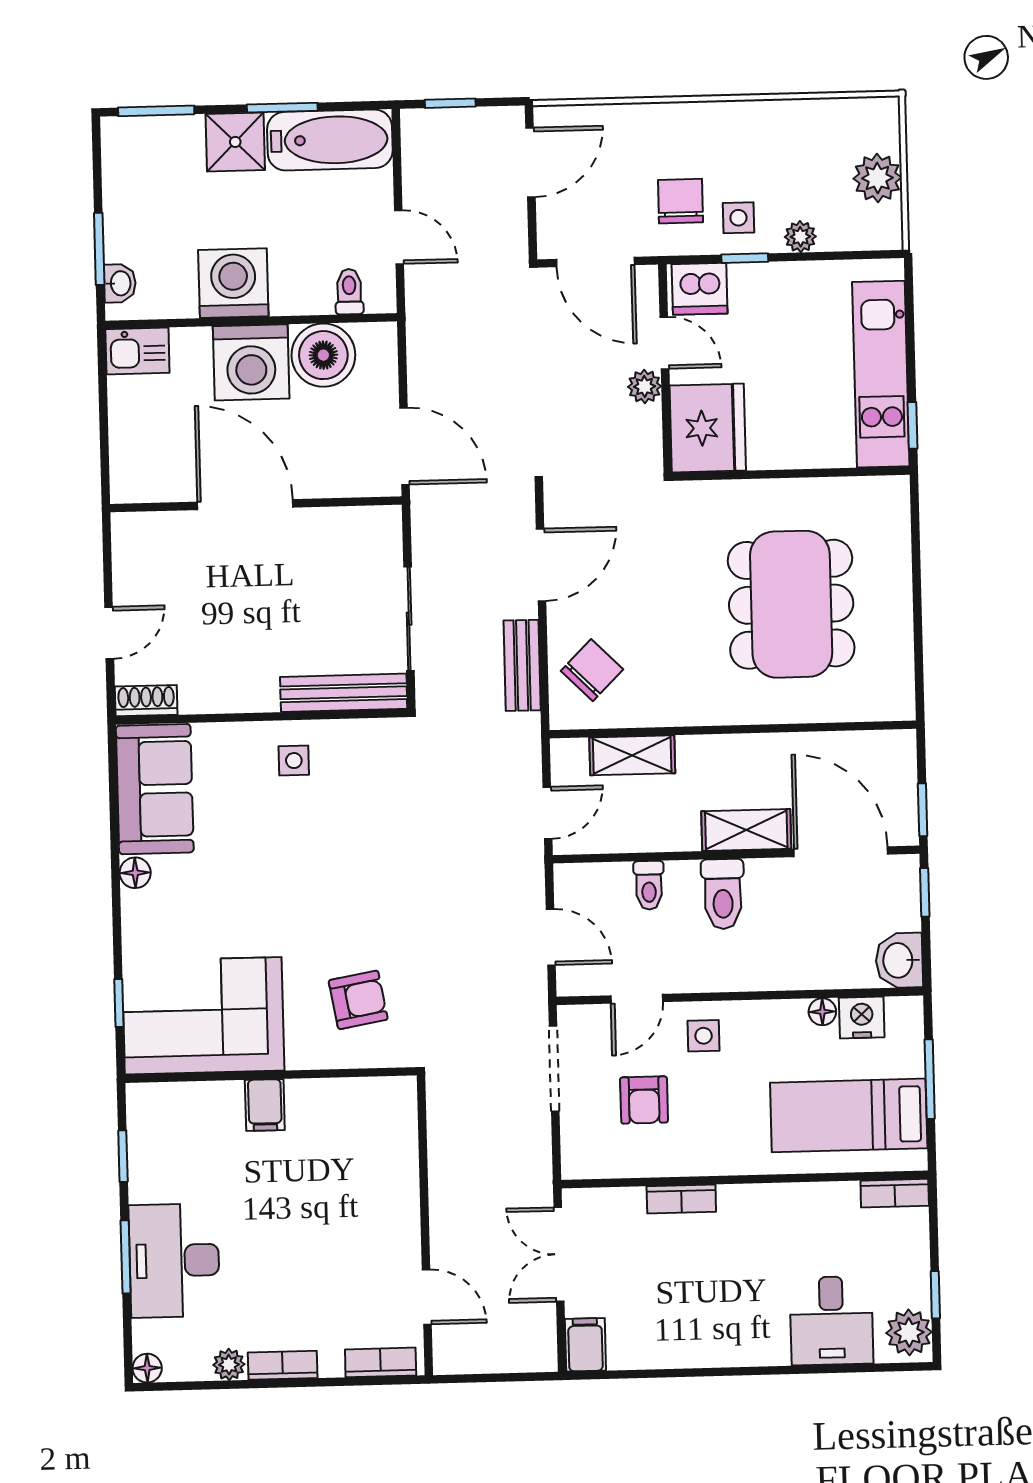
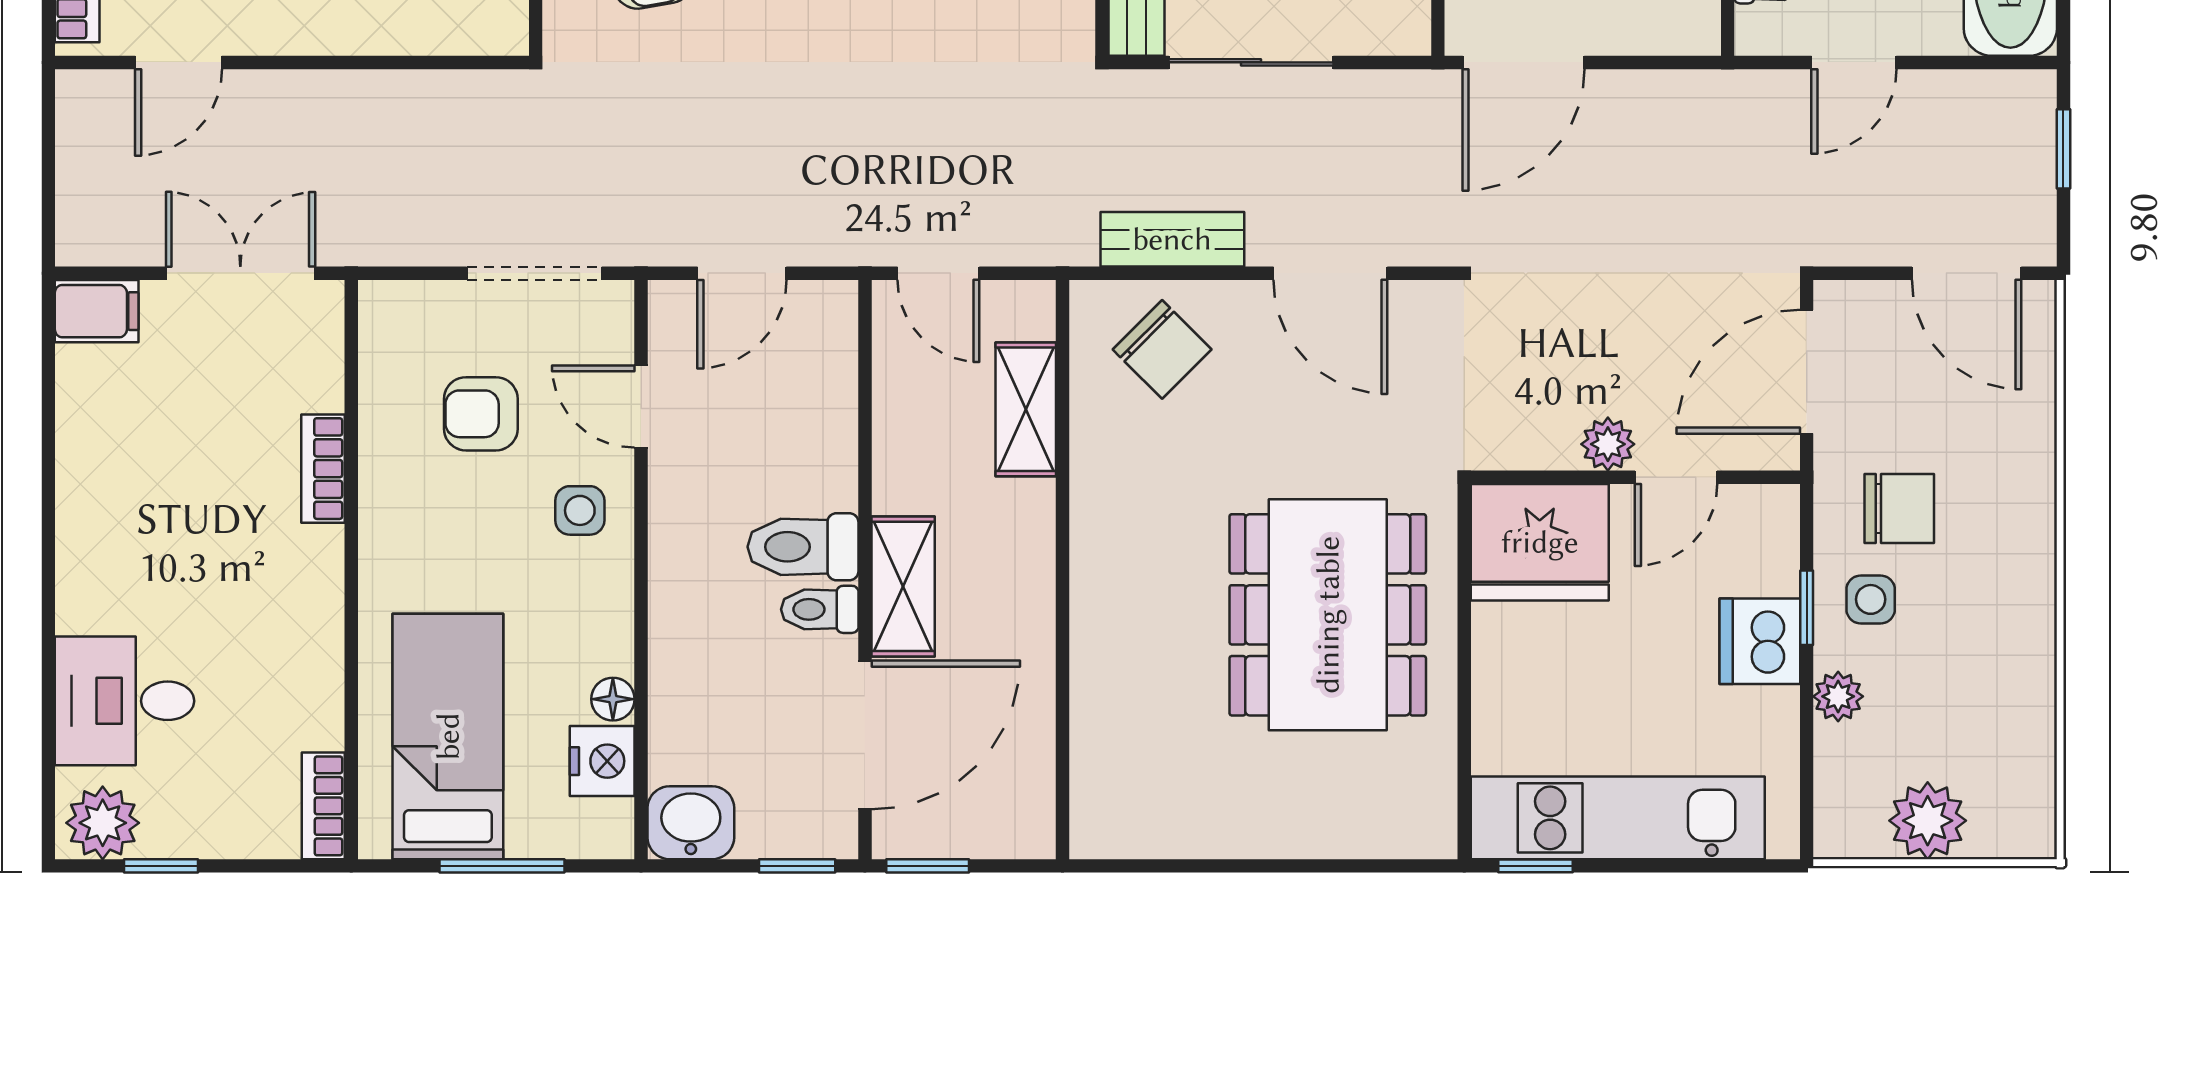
dishwasher: (700, 289) -> (1760, 641), moved
dining table: (791, 604) -> (1328, 615), moved, turned 90
toilet: (649, 885) -> (820, 609), moved

